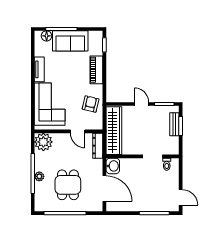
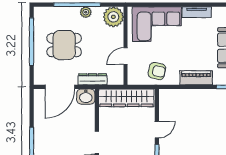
dresser: (98, 146) -> (93, 79), moved
plant: (39, 176) -> (86, 12), moved

